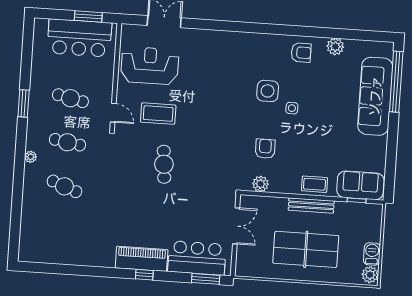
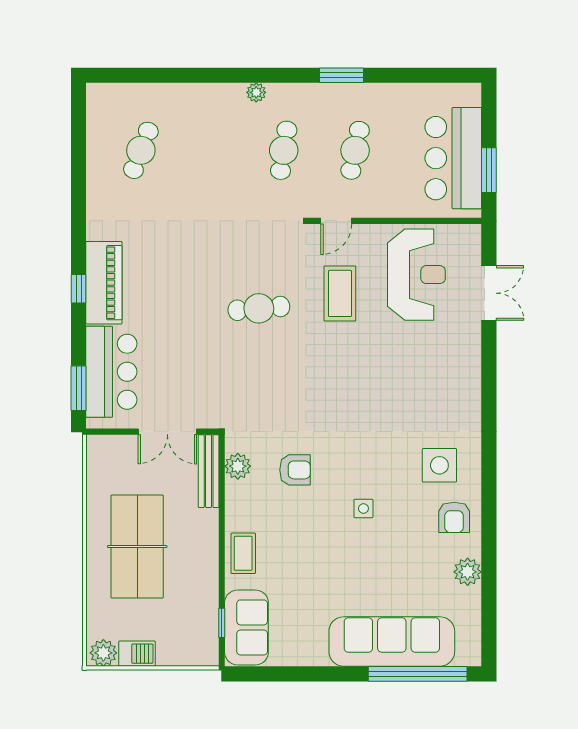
side table: (268, 91) -> (439, 465), moved
cafe table: (64, 186) -> (141, 150), moved
bench: (311, 205) -> (209, 471), moved

